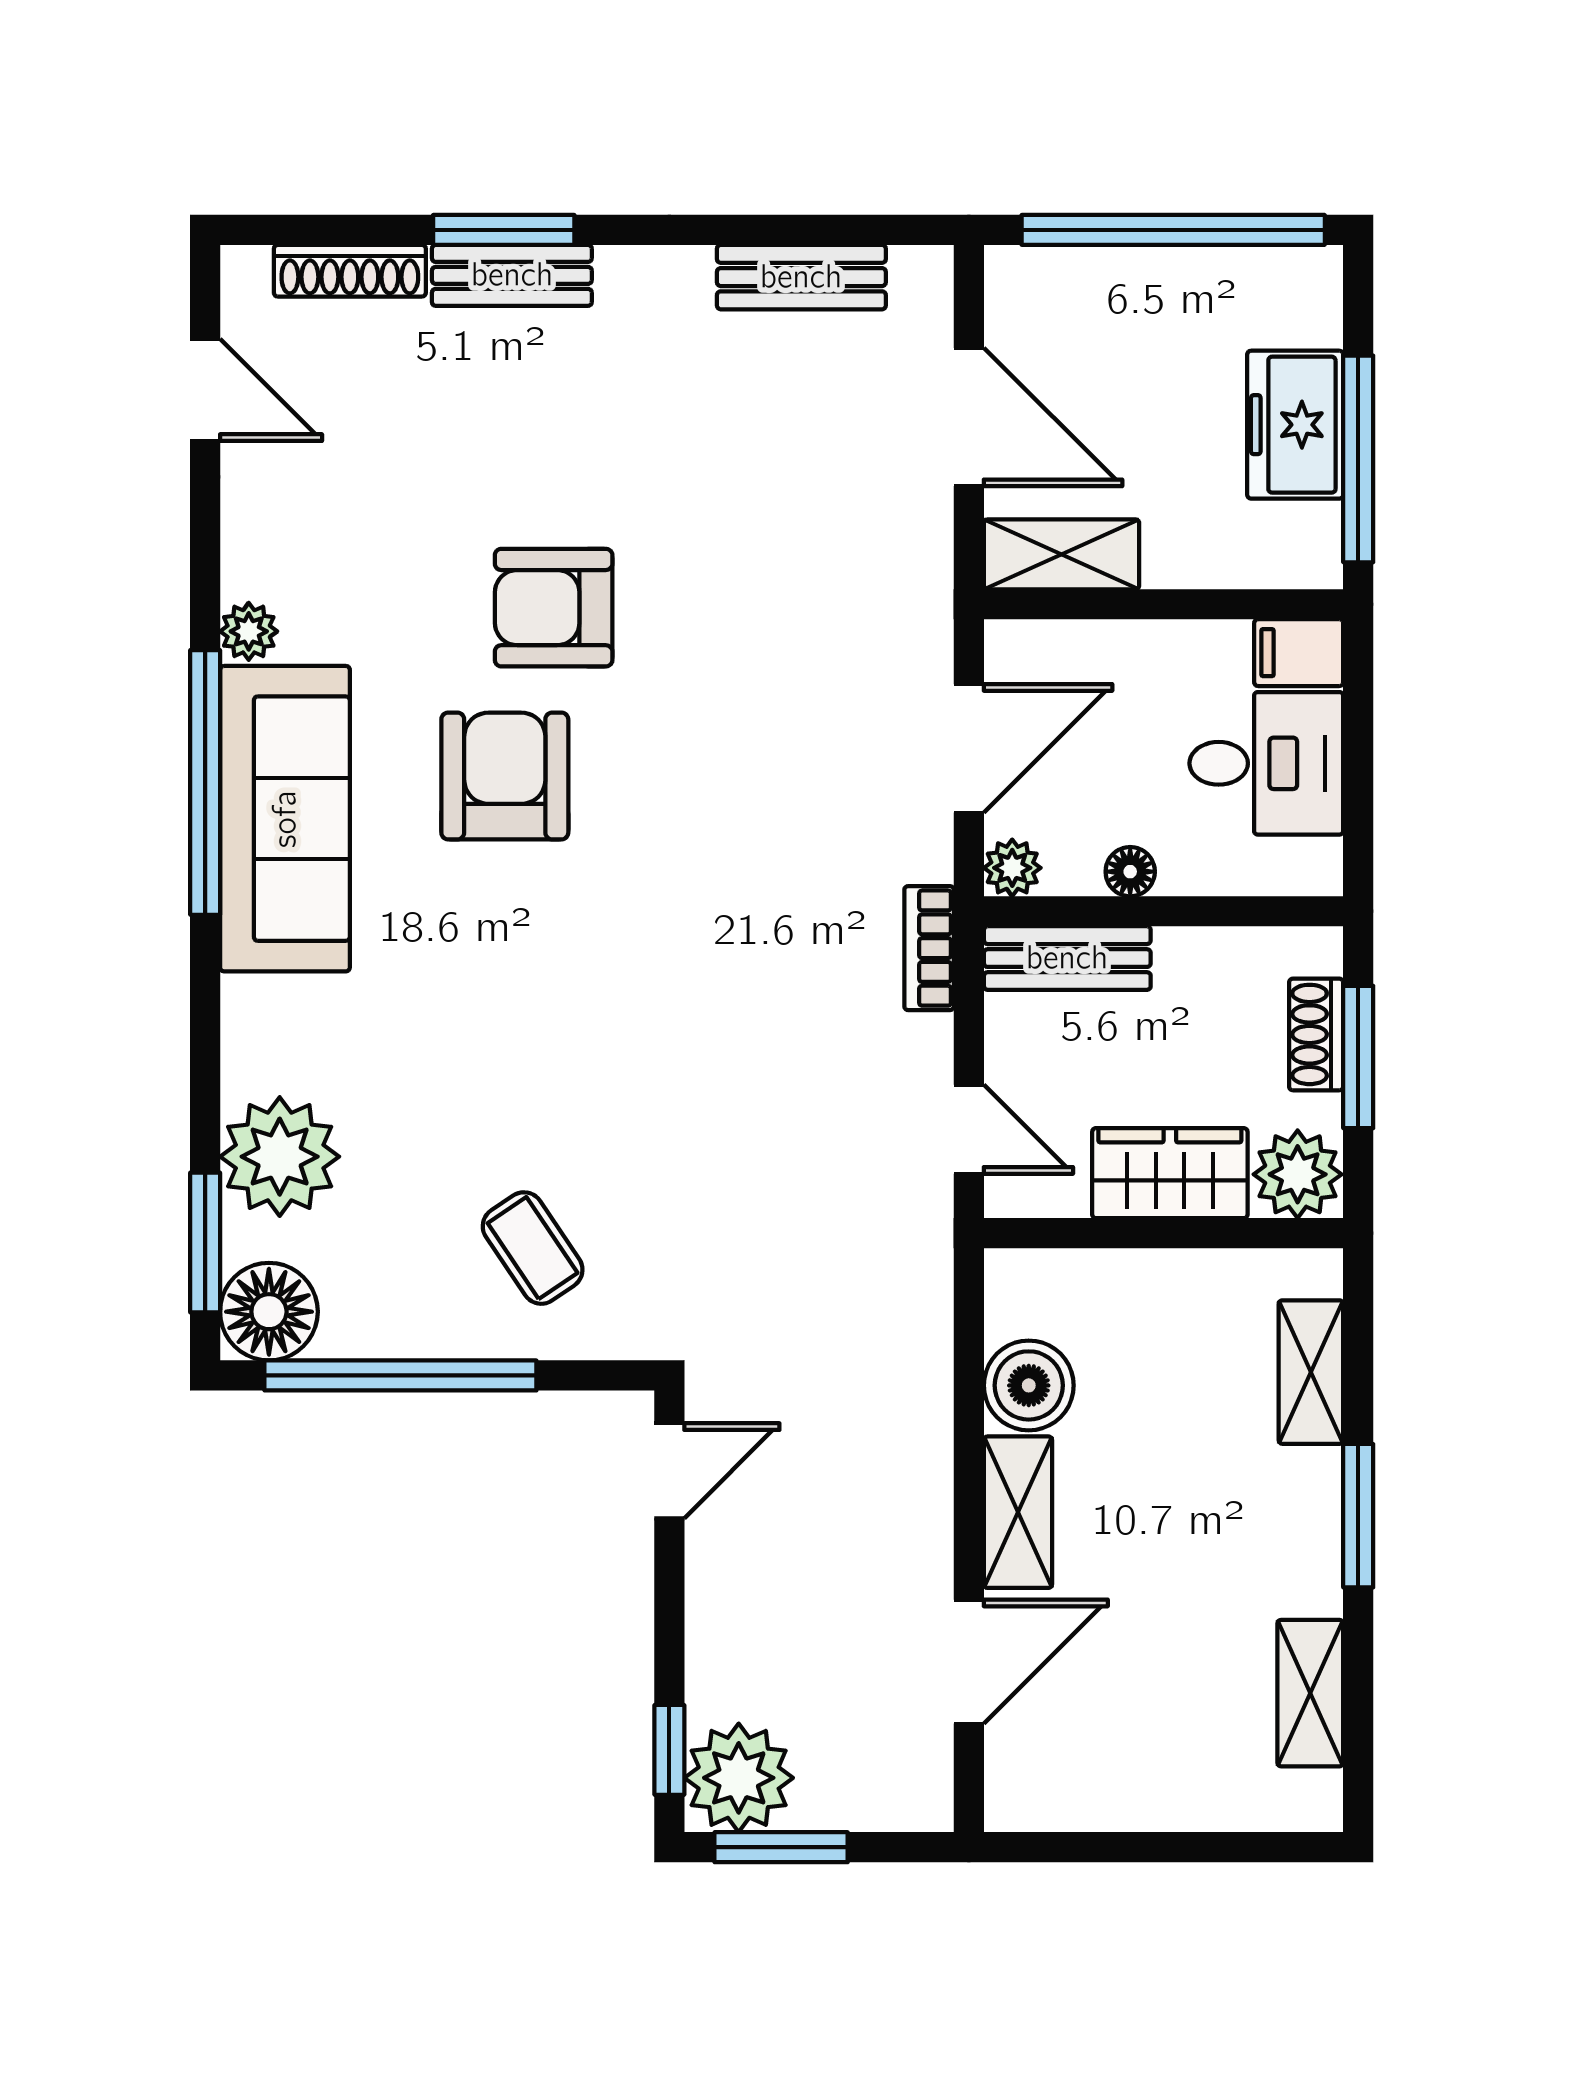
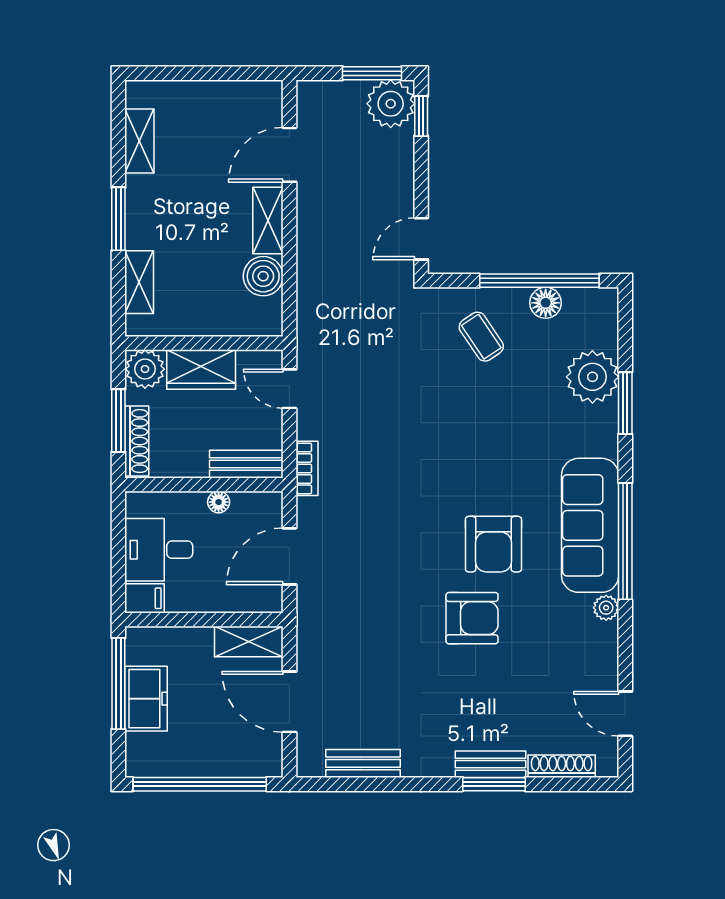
plant: (1012, 868) -> (270, 504), removed
shoe rack: (1316, 1034) -> (137, 441), width x1.43
window: (205, 1243) -> (625, 403), moved
floor lamp: (269, 1312) -> (546, 303), moved, width x0.73, depth x0.73

